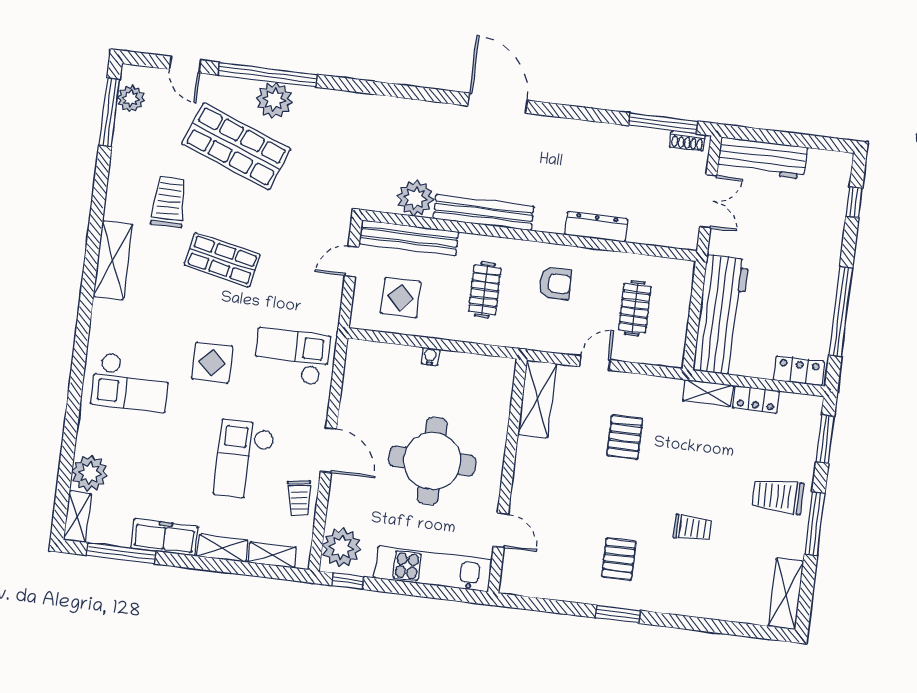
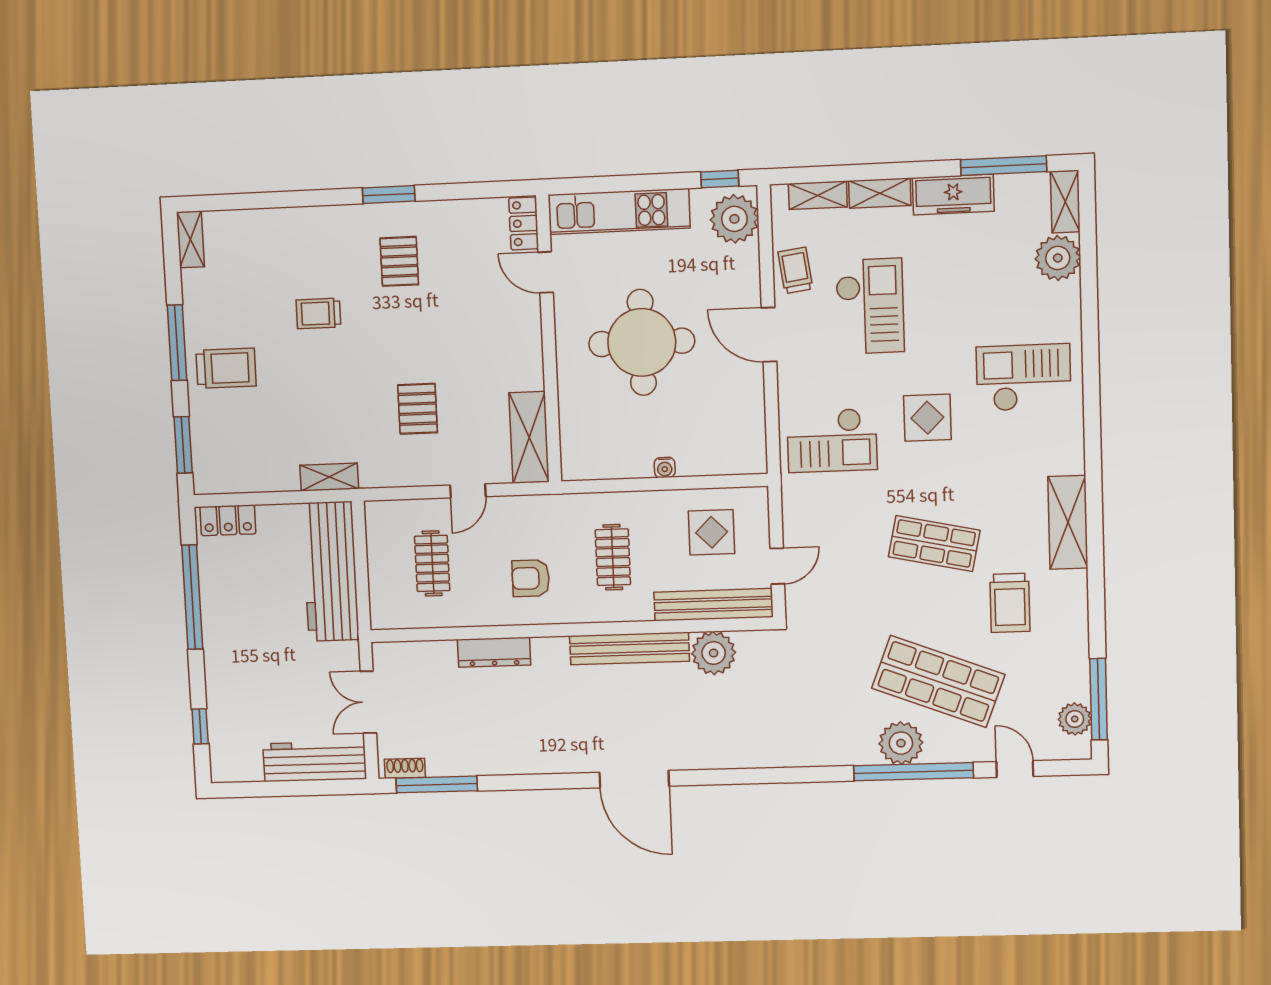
locker: (756, 399) -> (524, 223), moved, turned -90
shelving: (786, 594) -> (190, 239), width x0.67, depth x0.75

